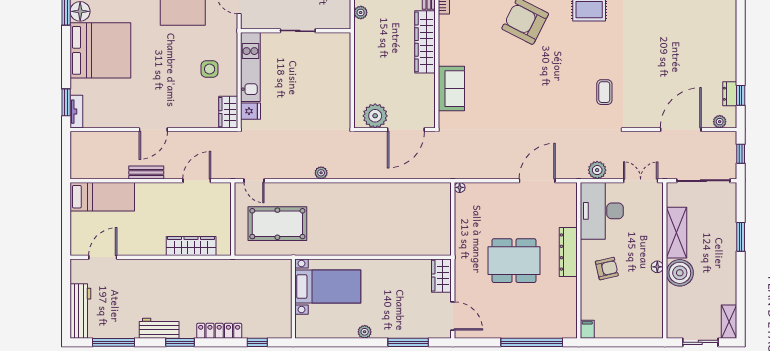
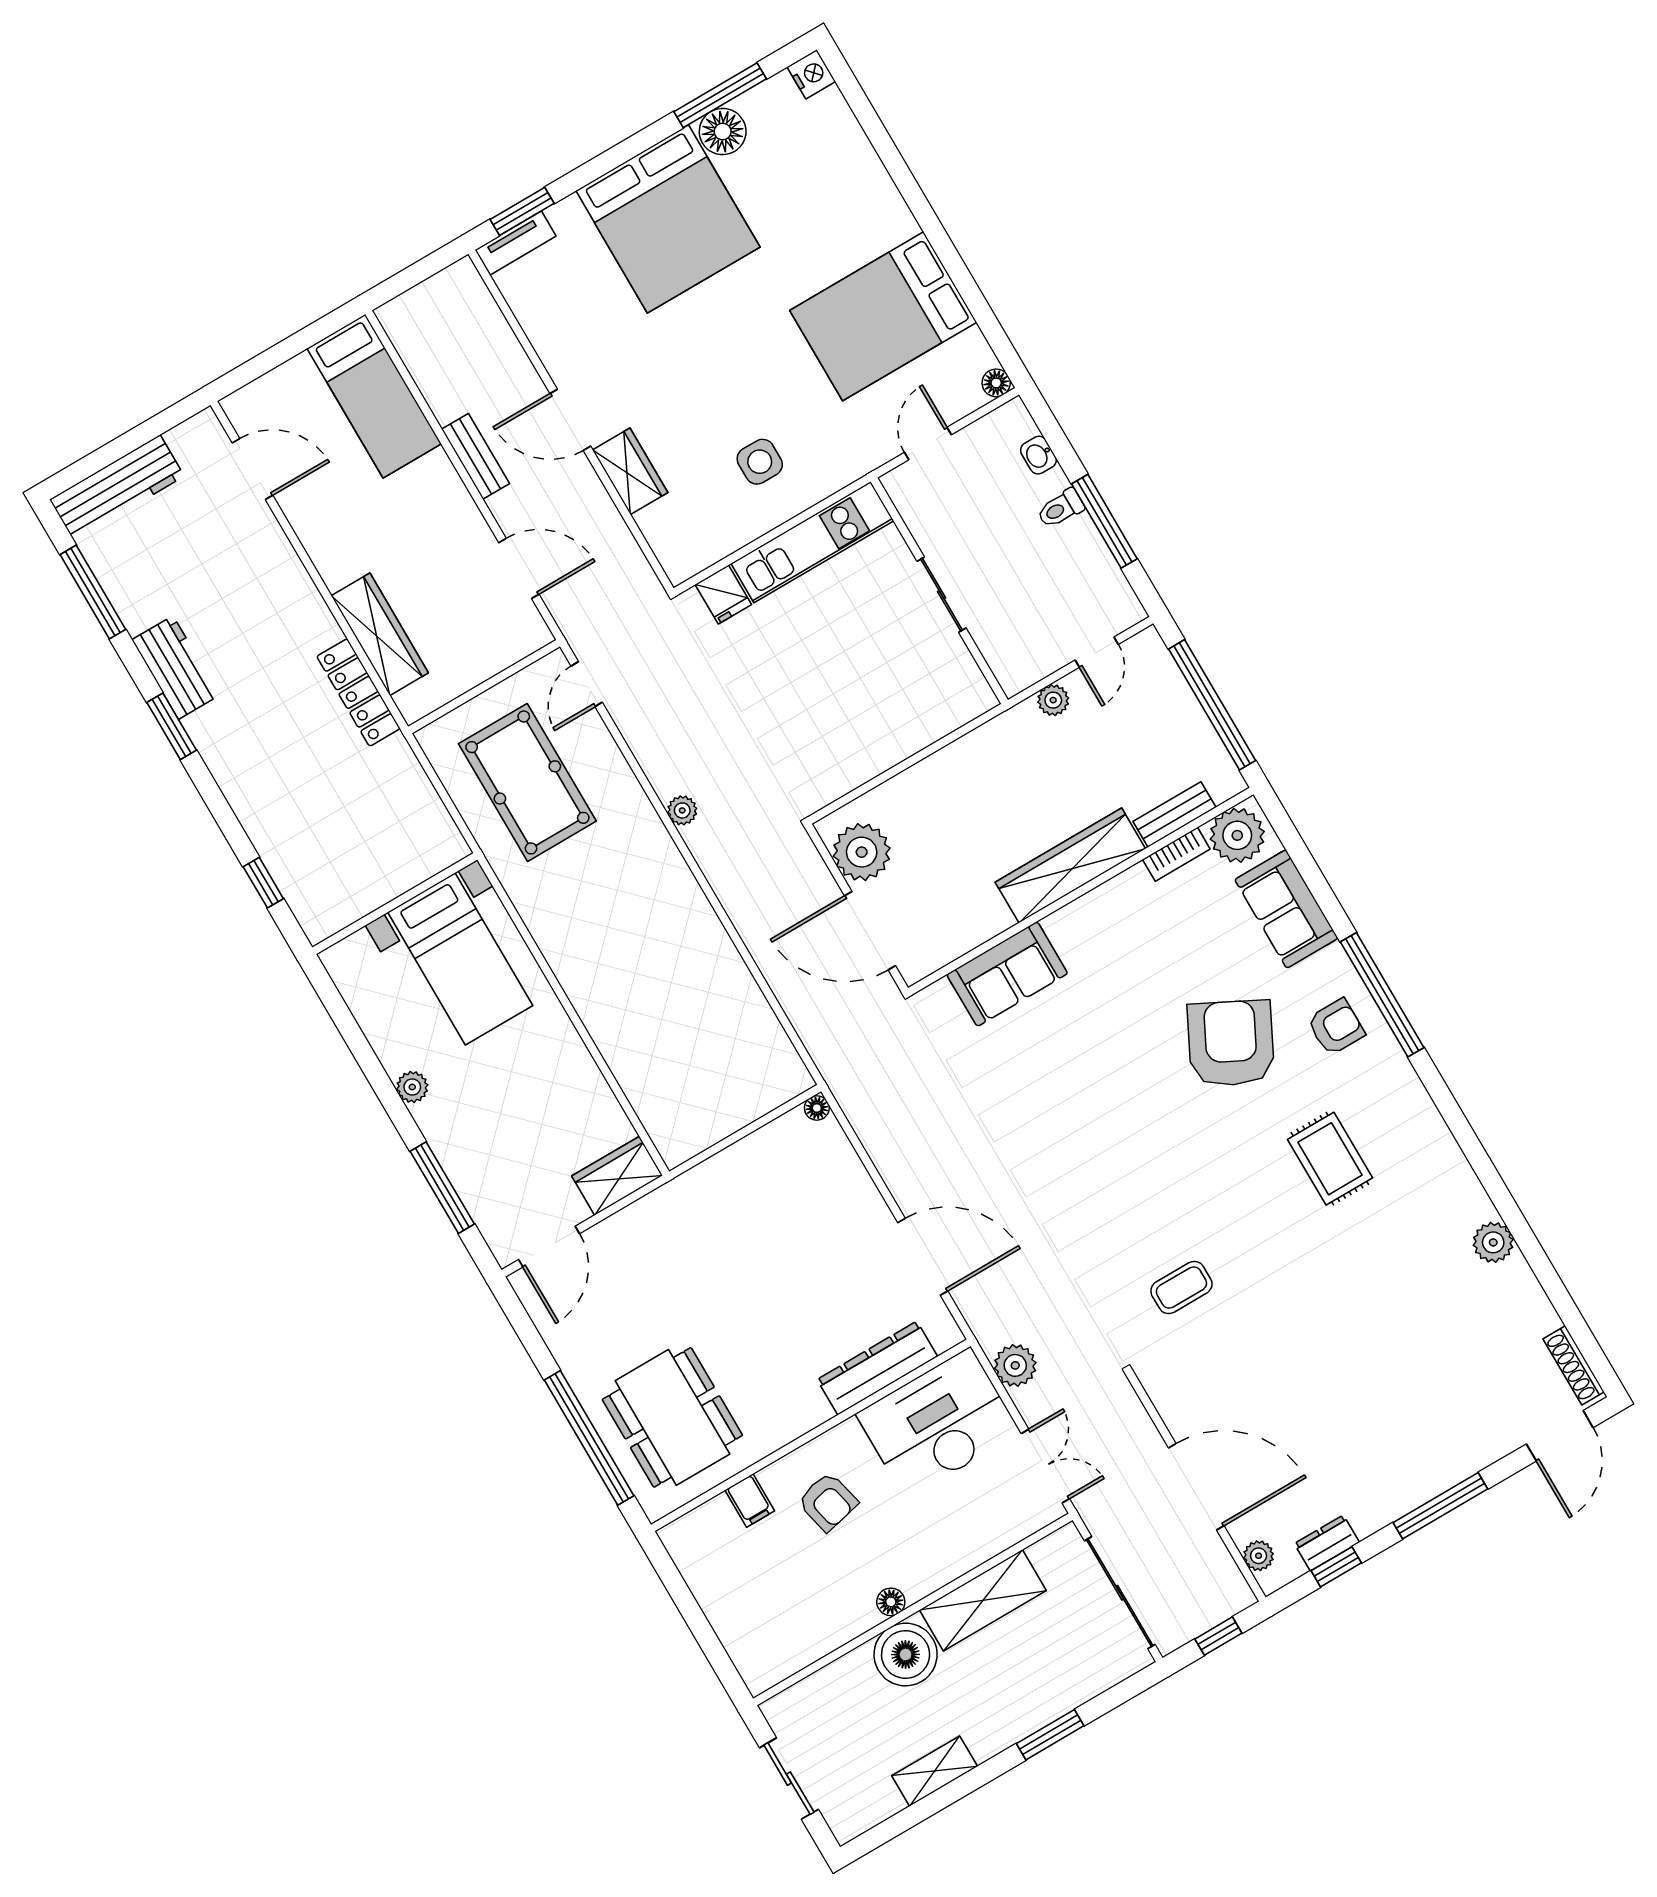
window: (741, 44) -> (1440, 1506), added
wardrobe: (228, 112) -> (630, 471), moved, turned 90
dresser: (568, 252) -> (877, 1368), moved
dining table: (514, 261) -> (672, 1417), moved
shelving: (729, 322) -> (935, 1771), moved
filing cabinet: (587, 329) -> (750, 1501), moved, turned 90
locker: (219, 331) -> (358, 692), moved, turned 180

